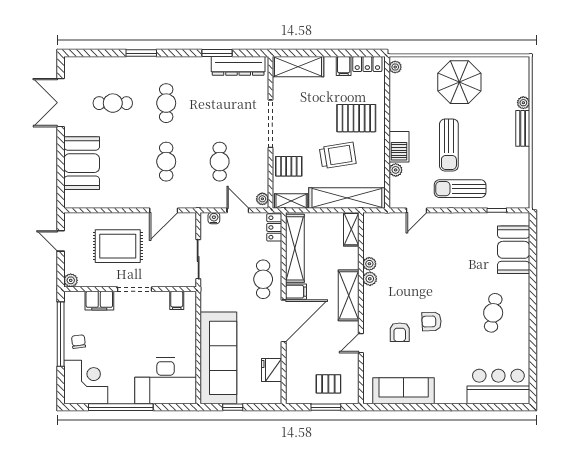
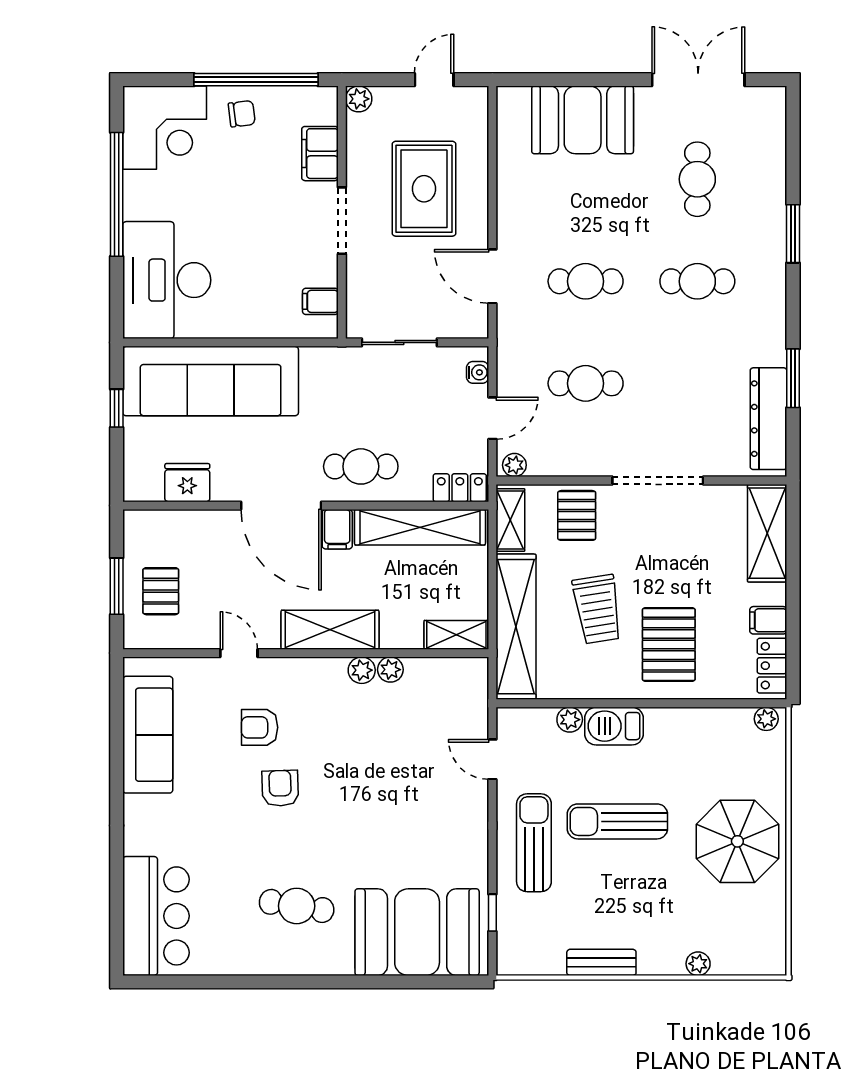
bench: (523, 128) -> (601, 962), moved
booth: (514, 250) -> (417, 932), width x1.36, depth x1.42

